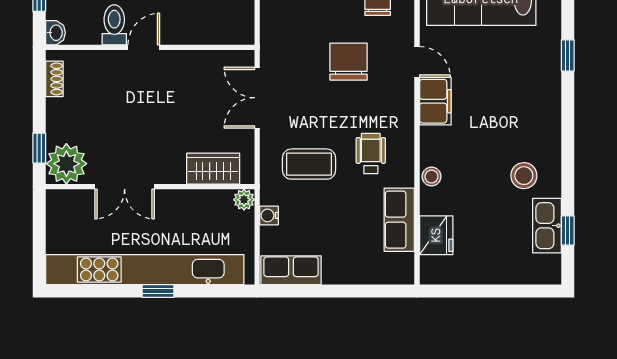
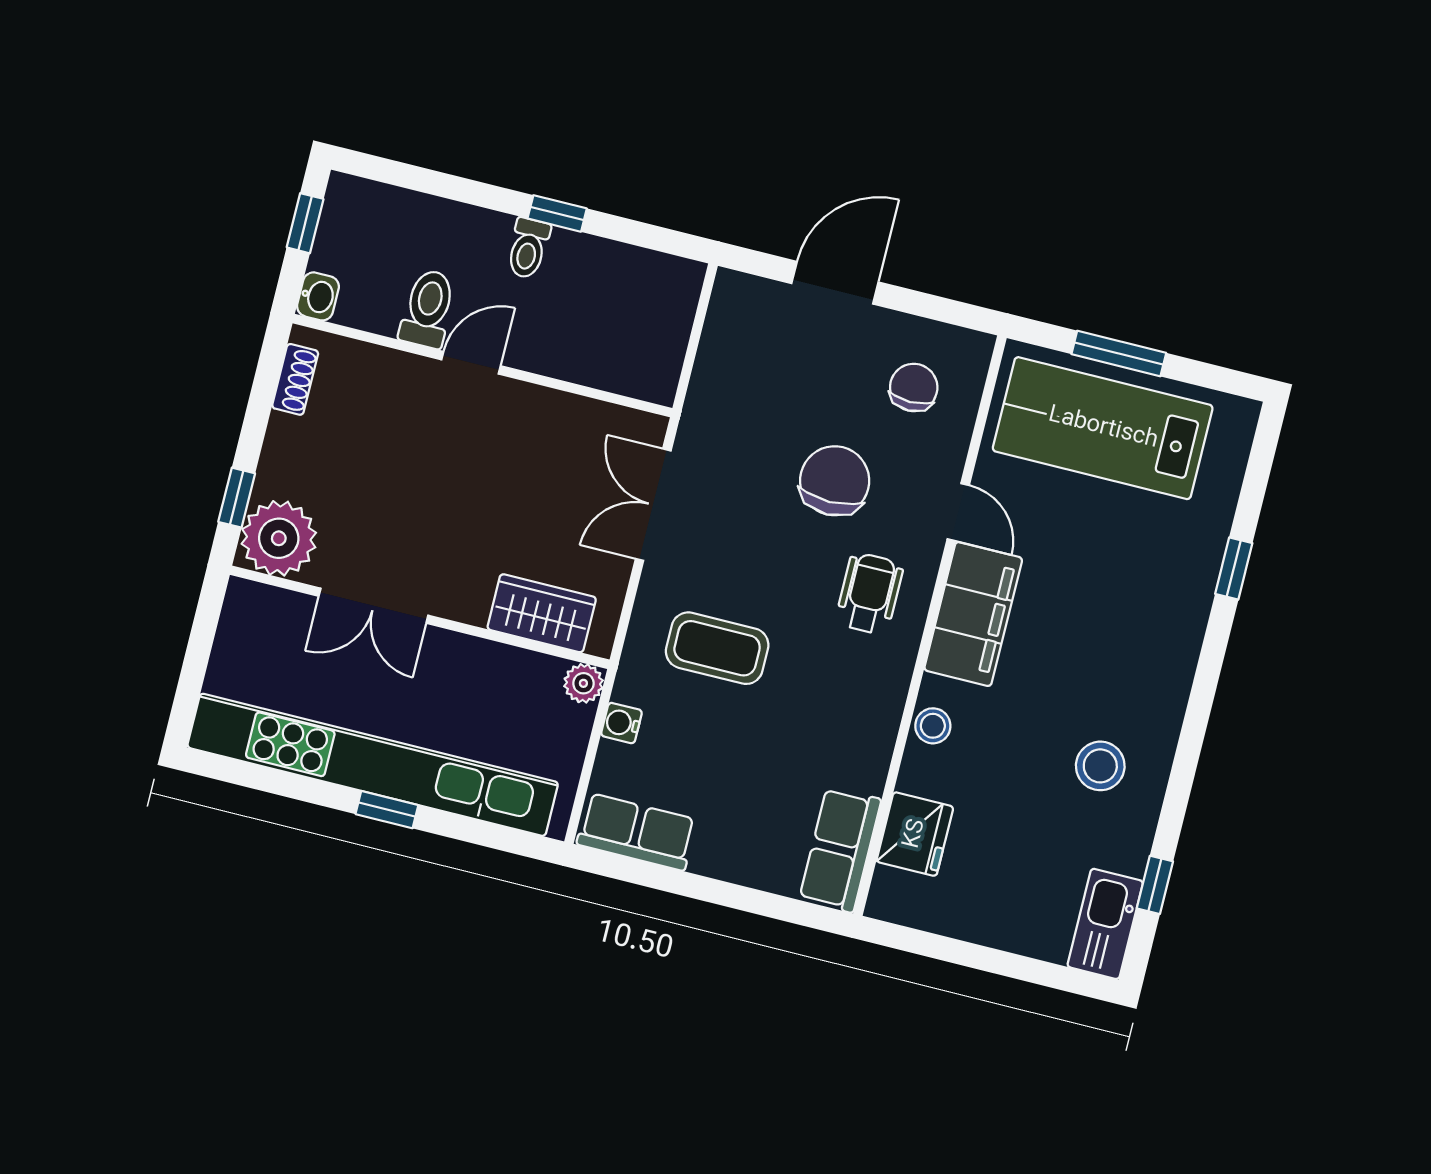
filing cabinet: (435, 101) -> (973, 614), width x1.50, depth x1.17
wheelchair: (371, 154) -> (869, 594), moved
row of seats: (399, 220) -> (840, 849), moved
kitchen sink: (547, 226) -> (1105, 924), moved

